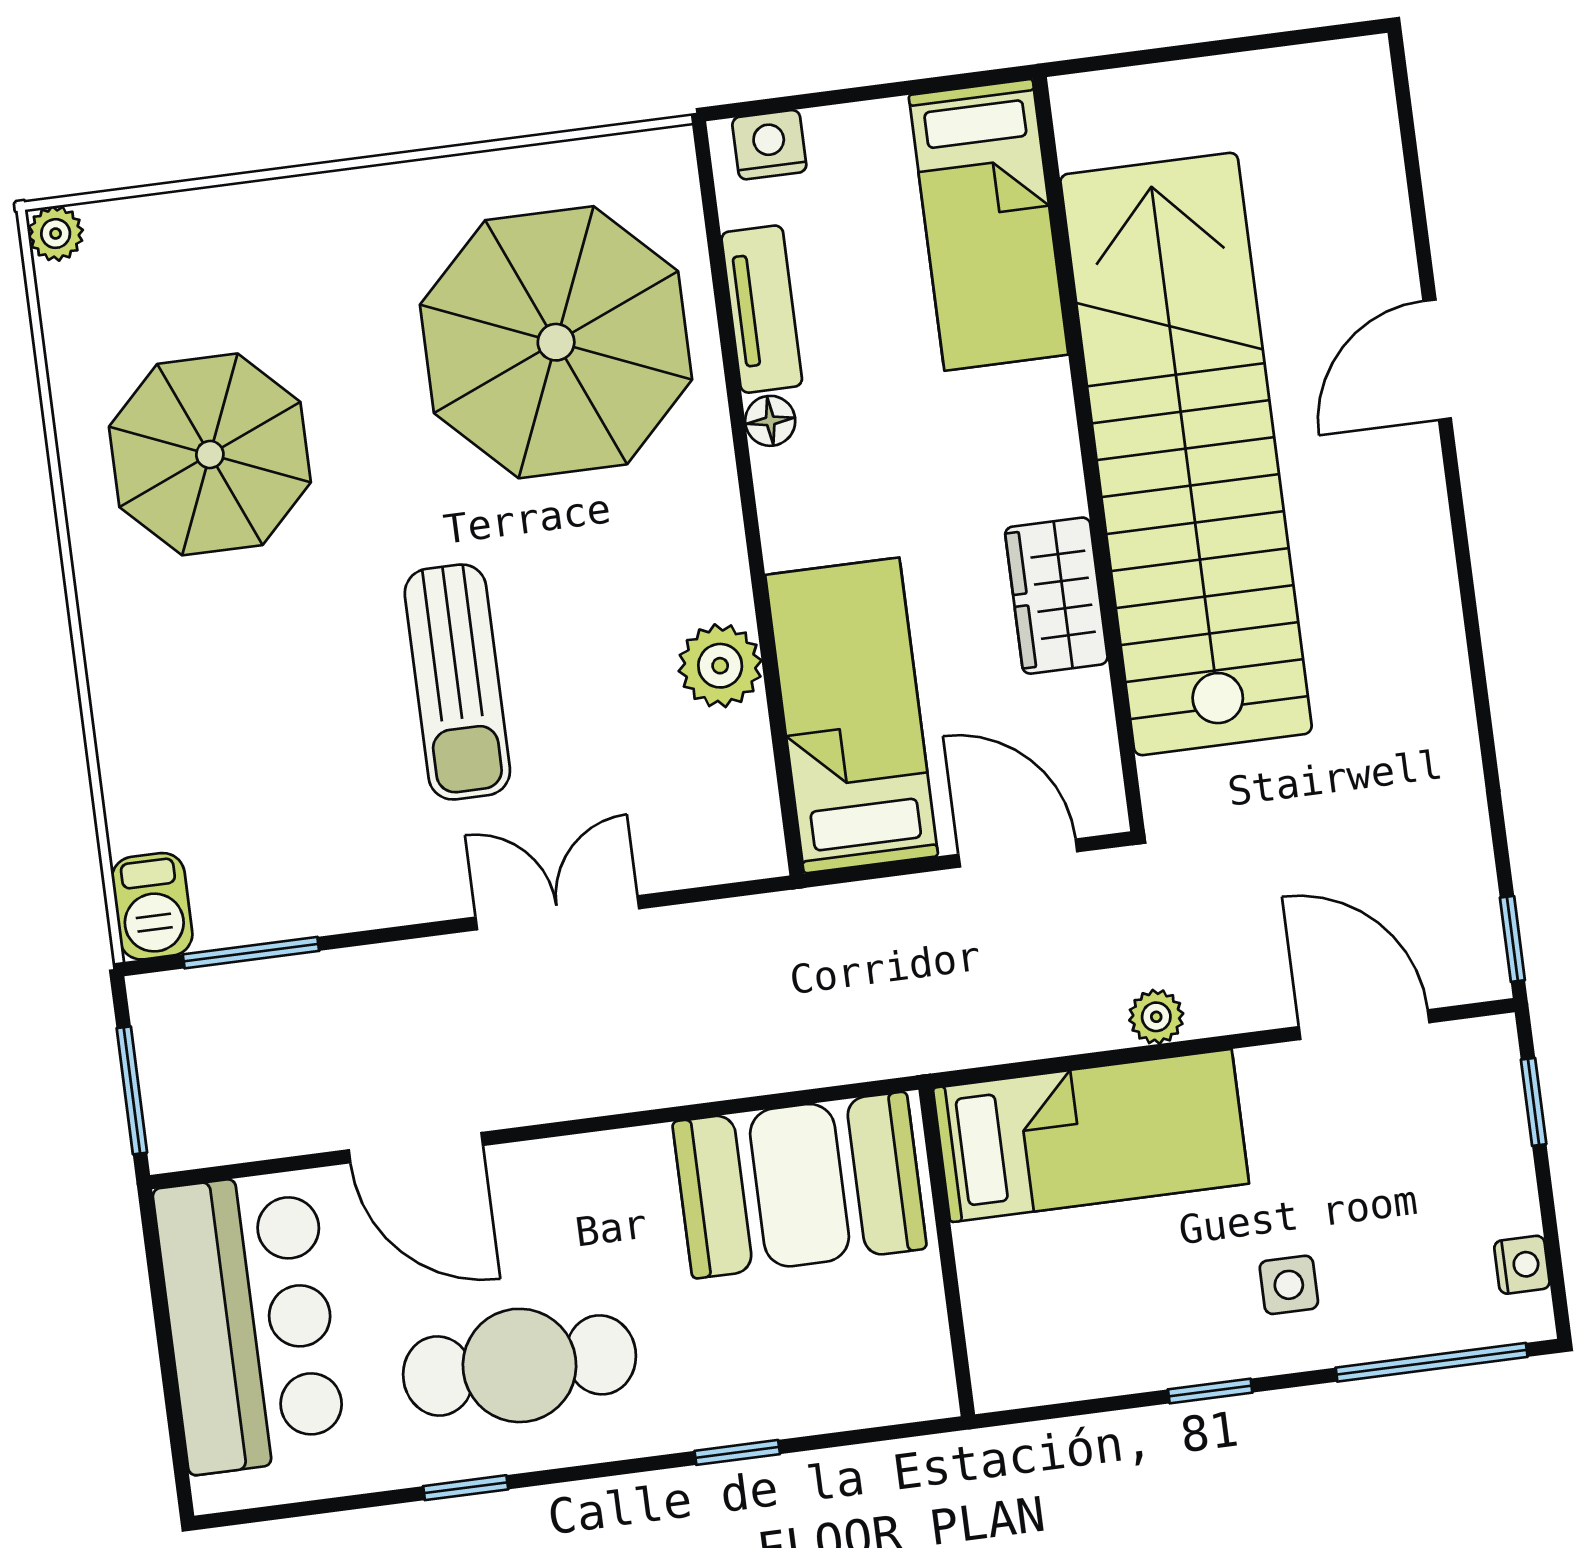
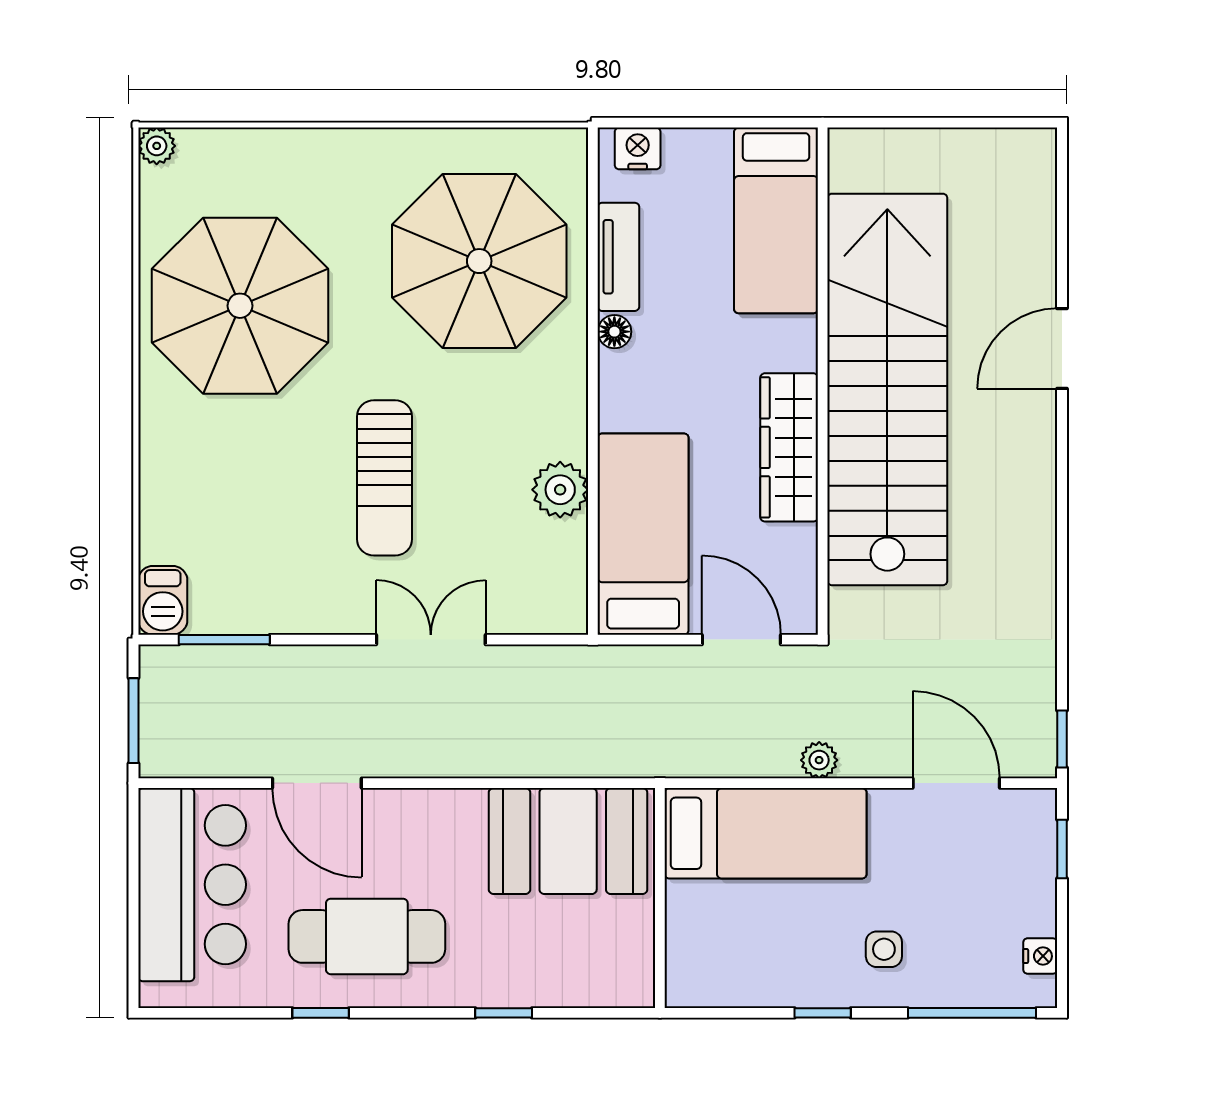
parasol: (210, 454) -> (240, 306), width x1.36, depth x1.36
wardrobe: (1056, 596) -> (789, 447), width x1.50

